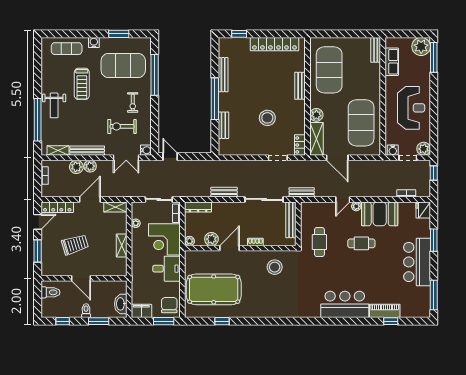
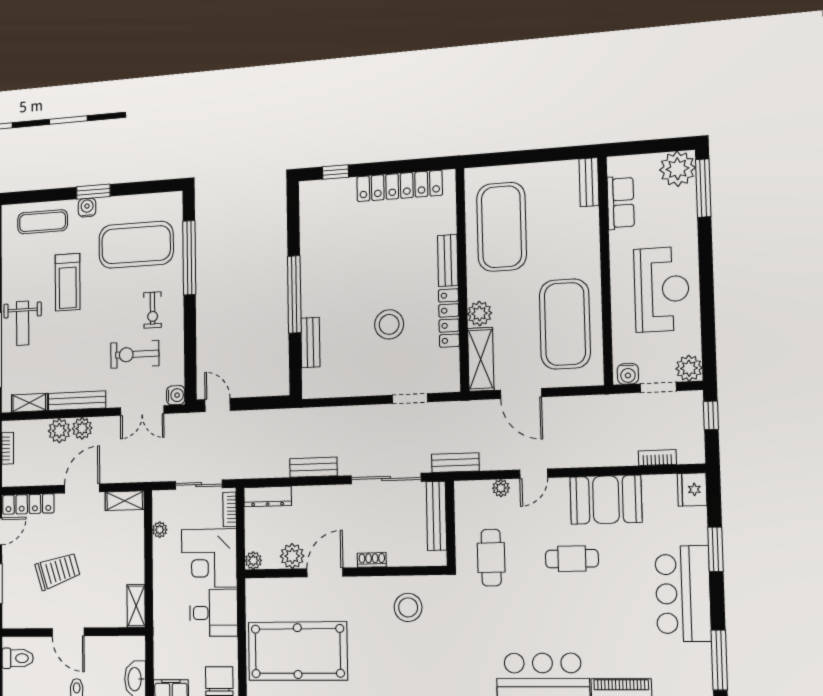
window: (119, 34) -> (93, 192), moved
bench: (223, 75) -> (308, 249), removed
locker: (300, 145) -> (449, 318), moved, width x1.53
plant: (356, 206) -> (501, 488), moved
shelving: (122, 245) -> (136, 606), moved

